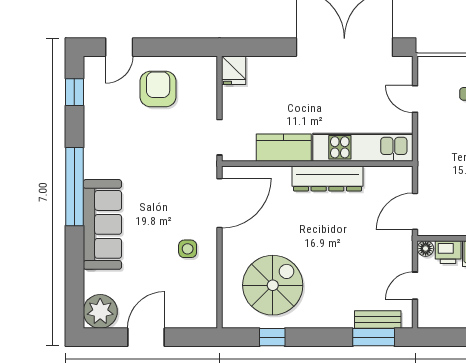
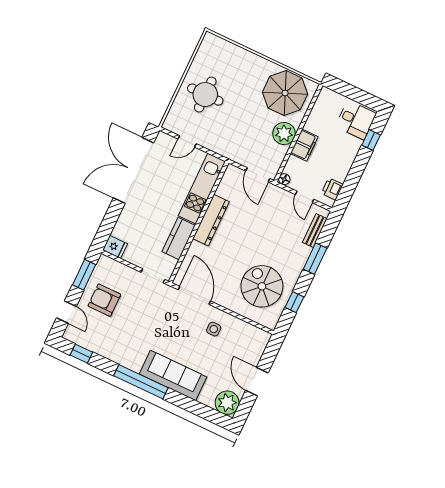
window: (179, 47) -> (84, 275), added
printer: (448, 252) -> (332, 189), moved, turned 180
window: (374, 337) -> (315, 259), moved

